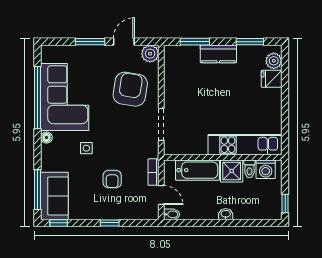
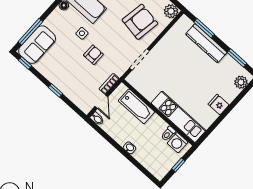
kitchen counter: (218, 54) -> (206, 43), width x1.50
fridge: (272, 79) -> (219, 105), moved
shower: (232, 171) -> (156, 125), removed
armchair: (112, 179) -> (93, 55), moved, turned 180
window: (285, 203) -> (178, 165), moved

